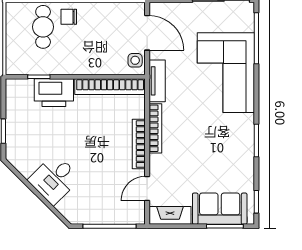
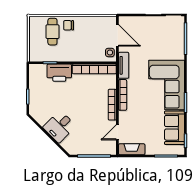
corner sofa: (226, 73) -> (167, 85), moved
sofa: (220, 209) -> (175, 128), moved, turned -90

